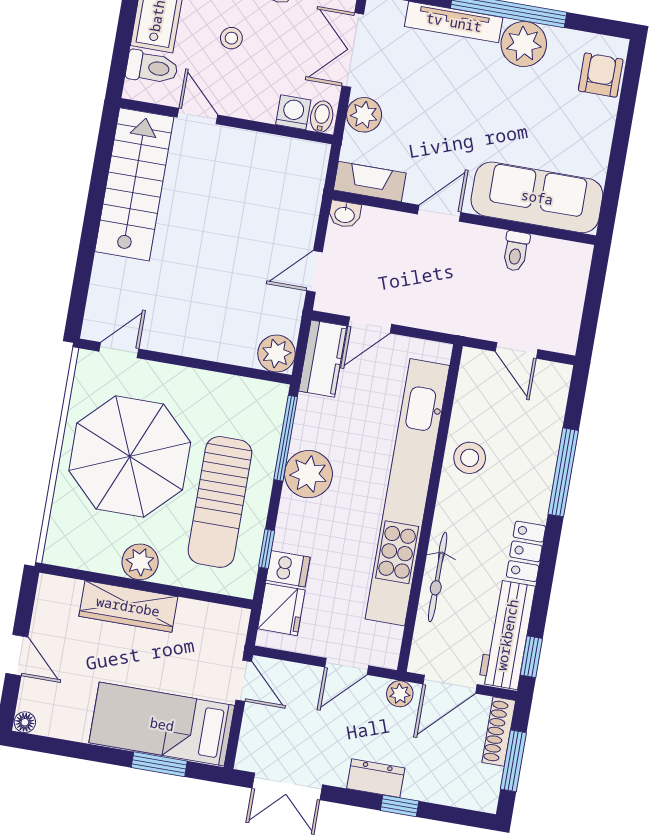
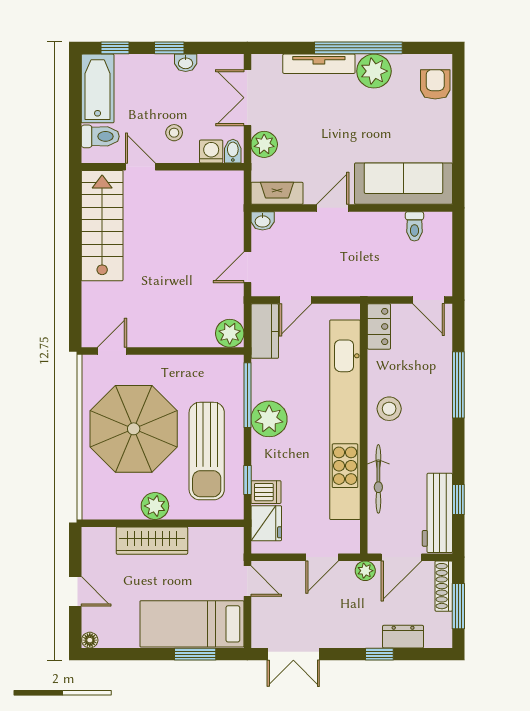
stool: (231, 38) -> (174, 133), moved
toilet: (516, 251) -> (414, 226), moved
door: (517, 350) -> (429, 300), moved
stool: (470, 458) -> (389, 409), moved
locker: (526, 551) -> (379, 327), moved, turned 180
window: (531, 657) -> (458, 499), moved
dresser: (376, 778) -> (403, 637), moved

